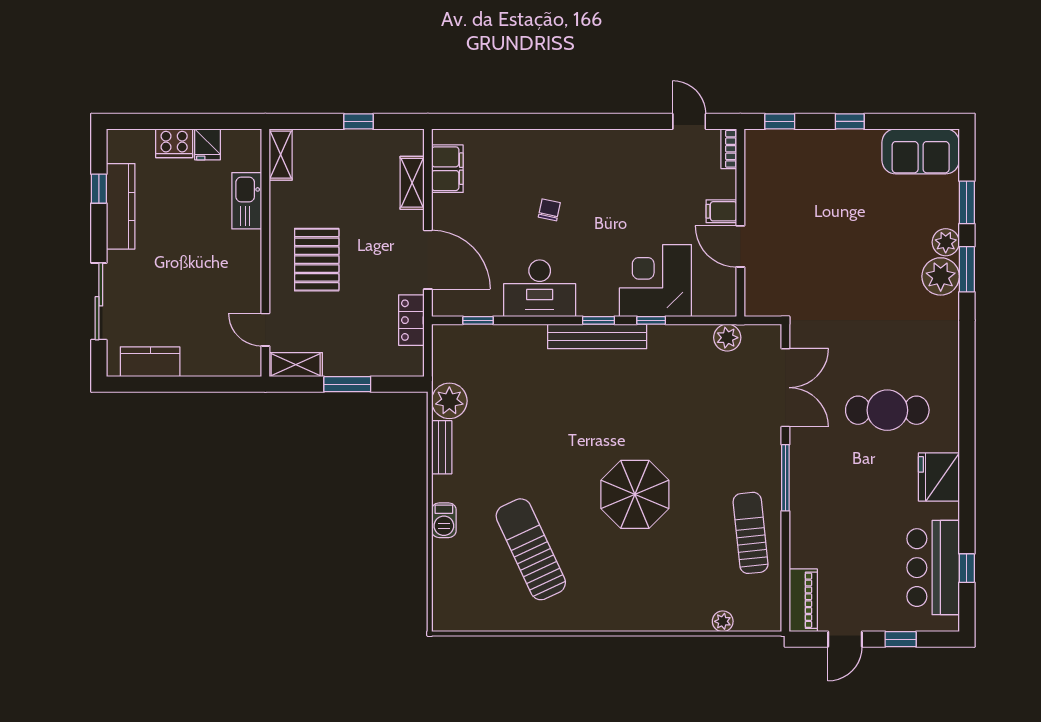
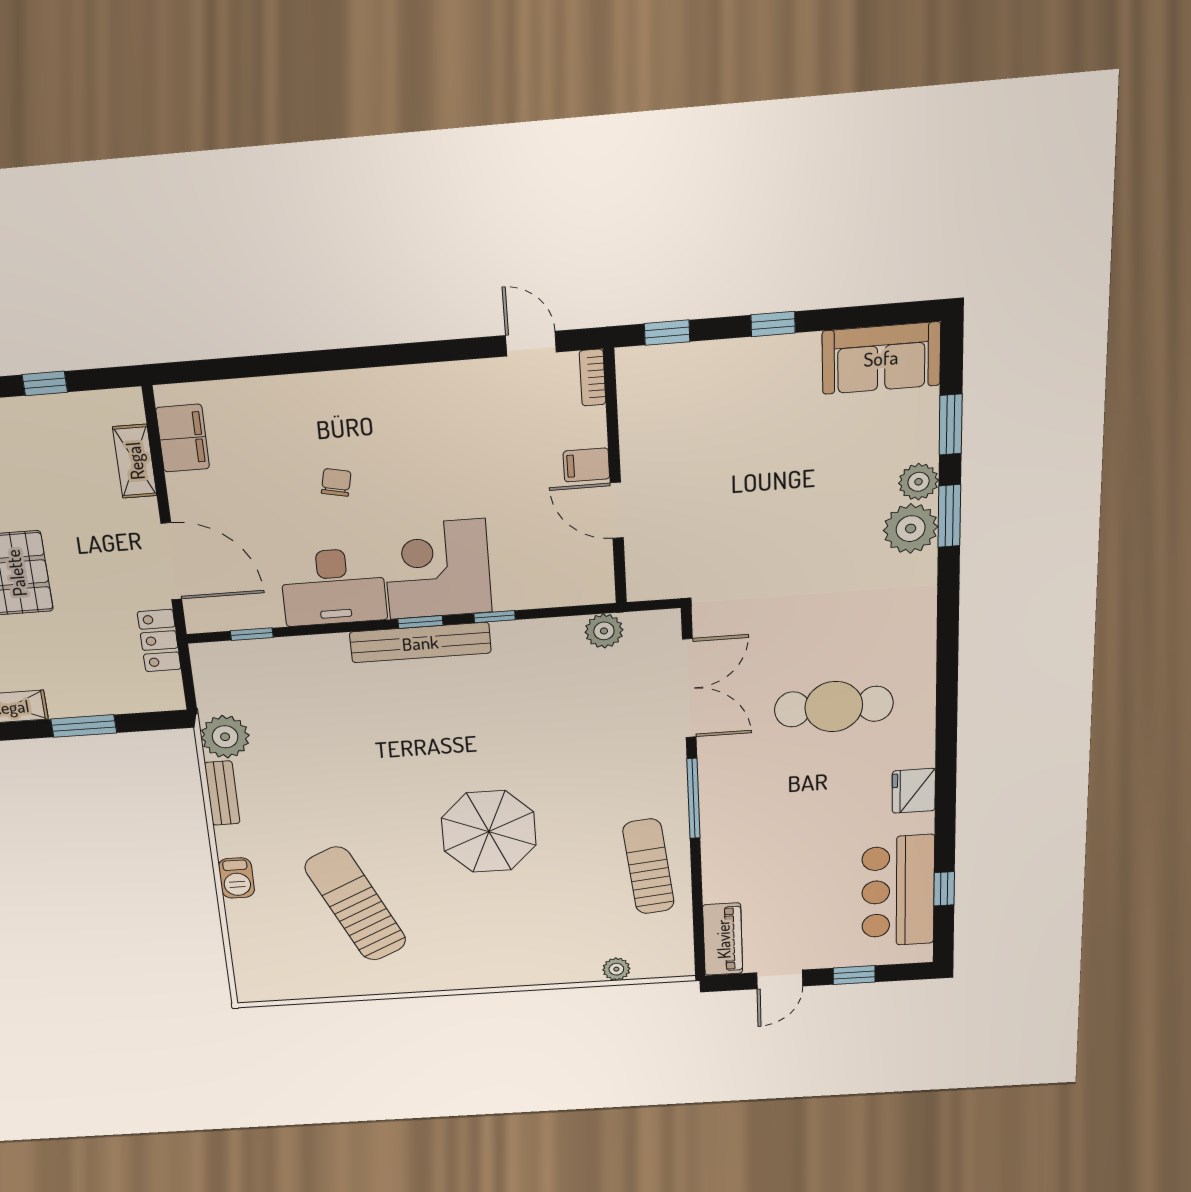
corner desk: (655, 281) -> (437, 569), moved
fridge: (939, 477) -> (914, 791), width x0.73, depth x0.75

